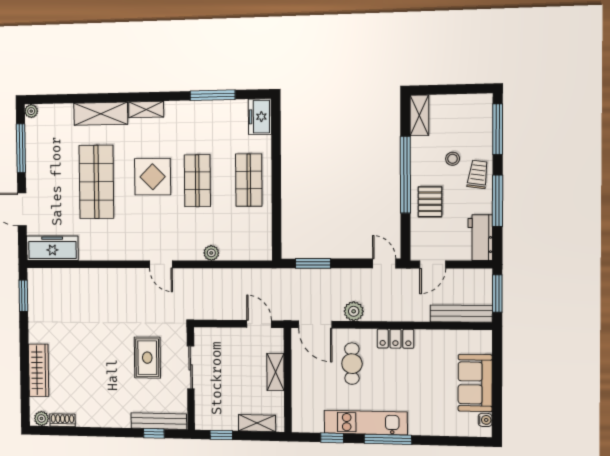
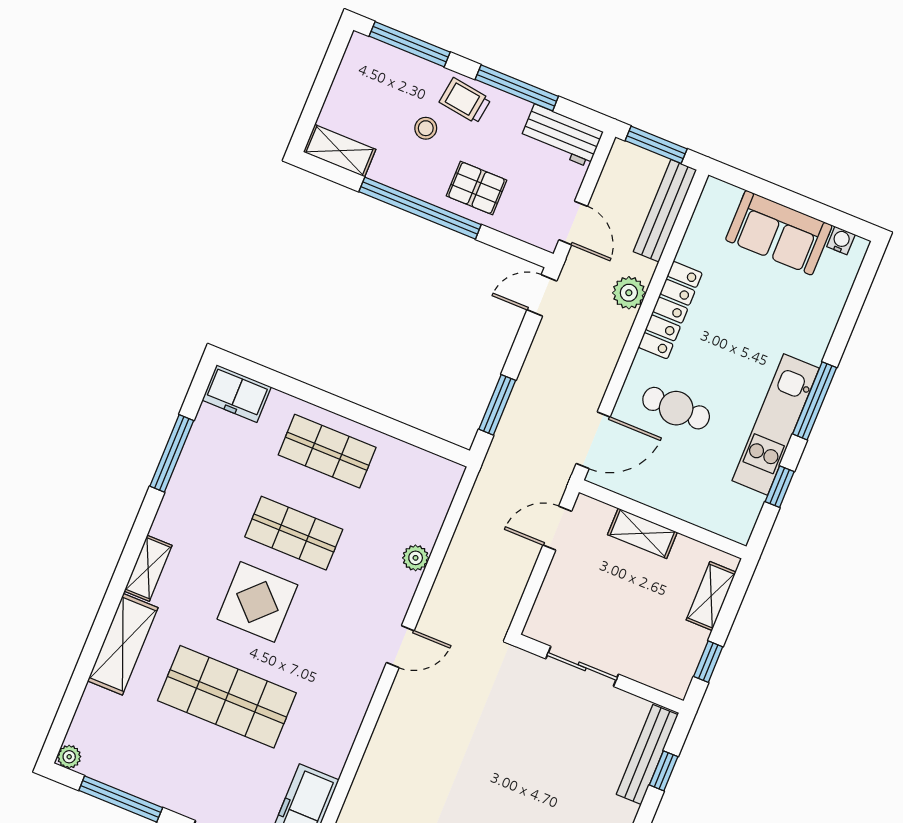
plant: (354, 311) -> (629, 293), moved
locker: (395, 339) -> (670, 310), width x1.53
rug: (147, 358) -> (539, 731), removed

